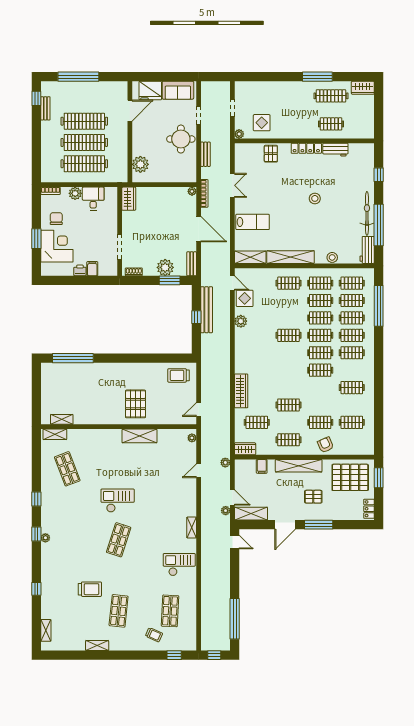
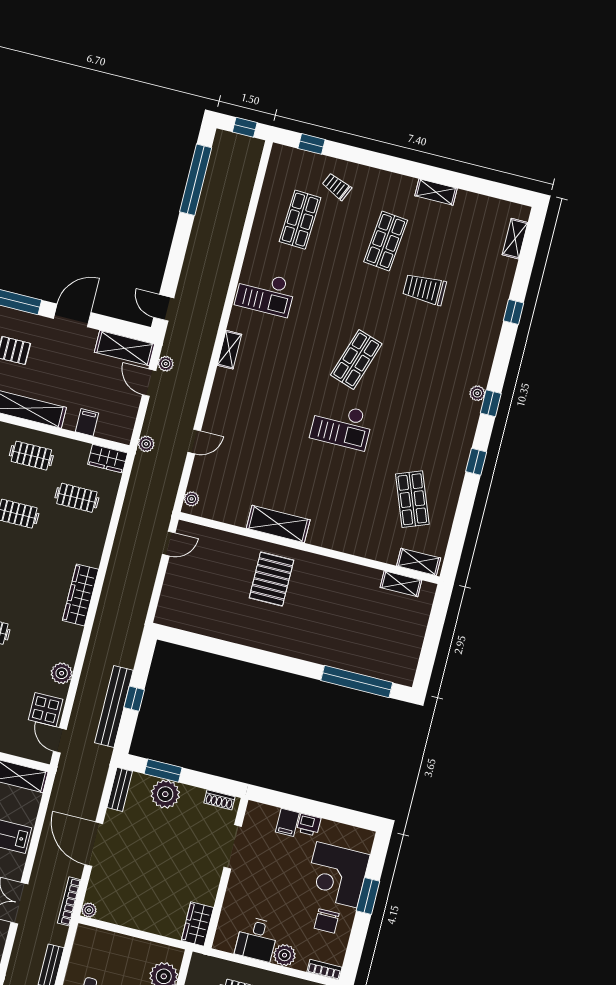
trolley: (179, 375) -> (188, 609), removed
wardrobe: (241, 391) -> (80, 595), moved

